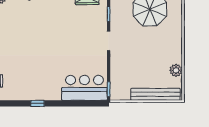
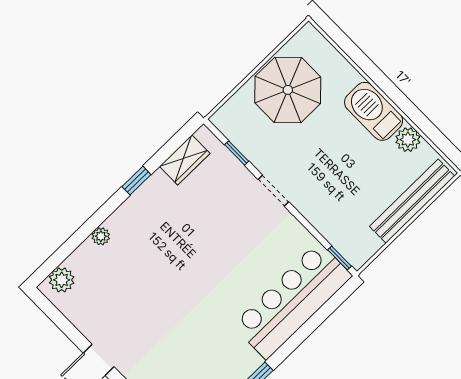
barbecue: (173, 48) -> (374, 111), added
bar counter: (84, 88) -> (292, 301), width x1.36

